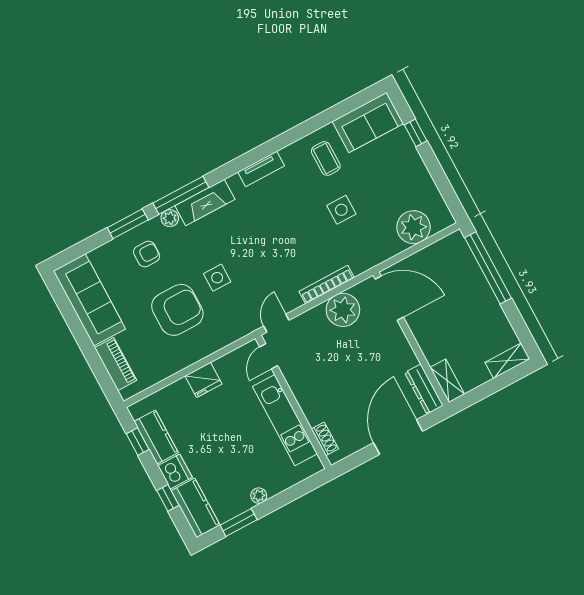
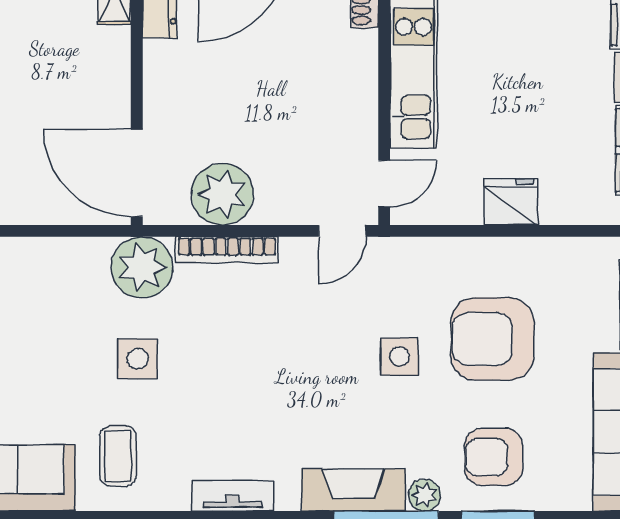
plant: (414, 227) -> (142, 267), moved
armchair: (147, 254) -> (494, 457), width x1.38, depth x1.38

